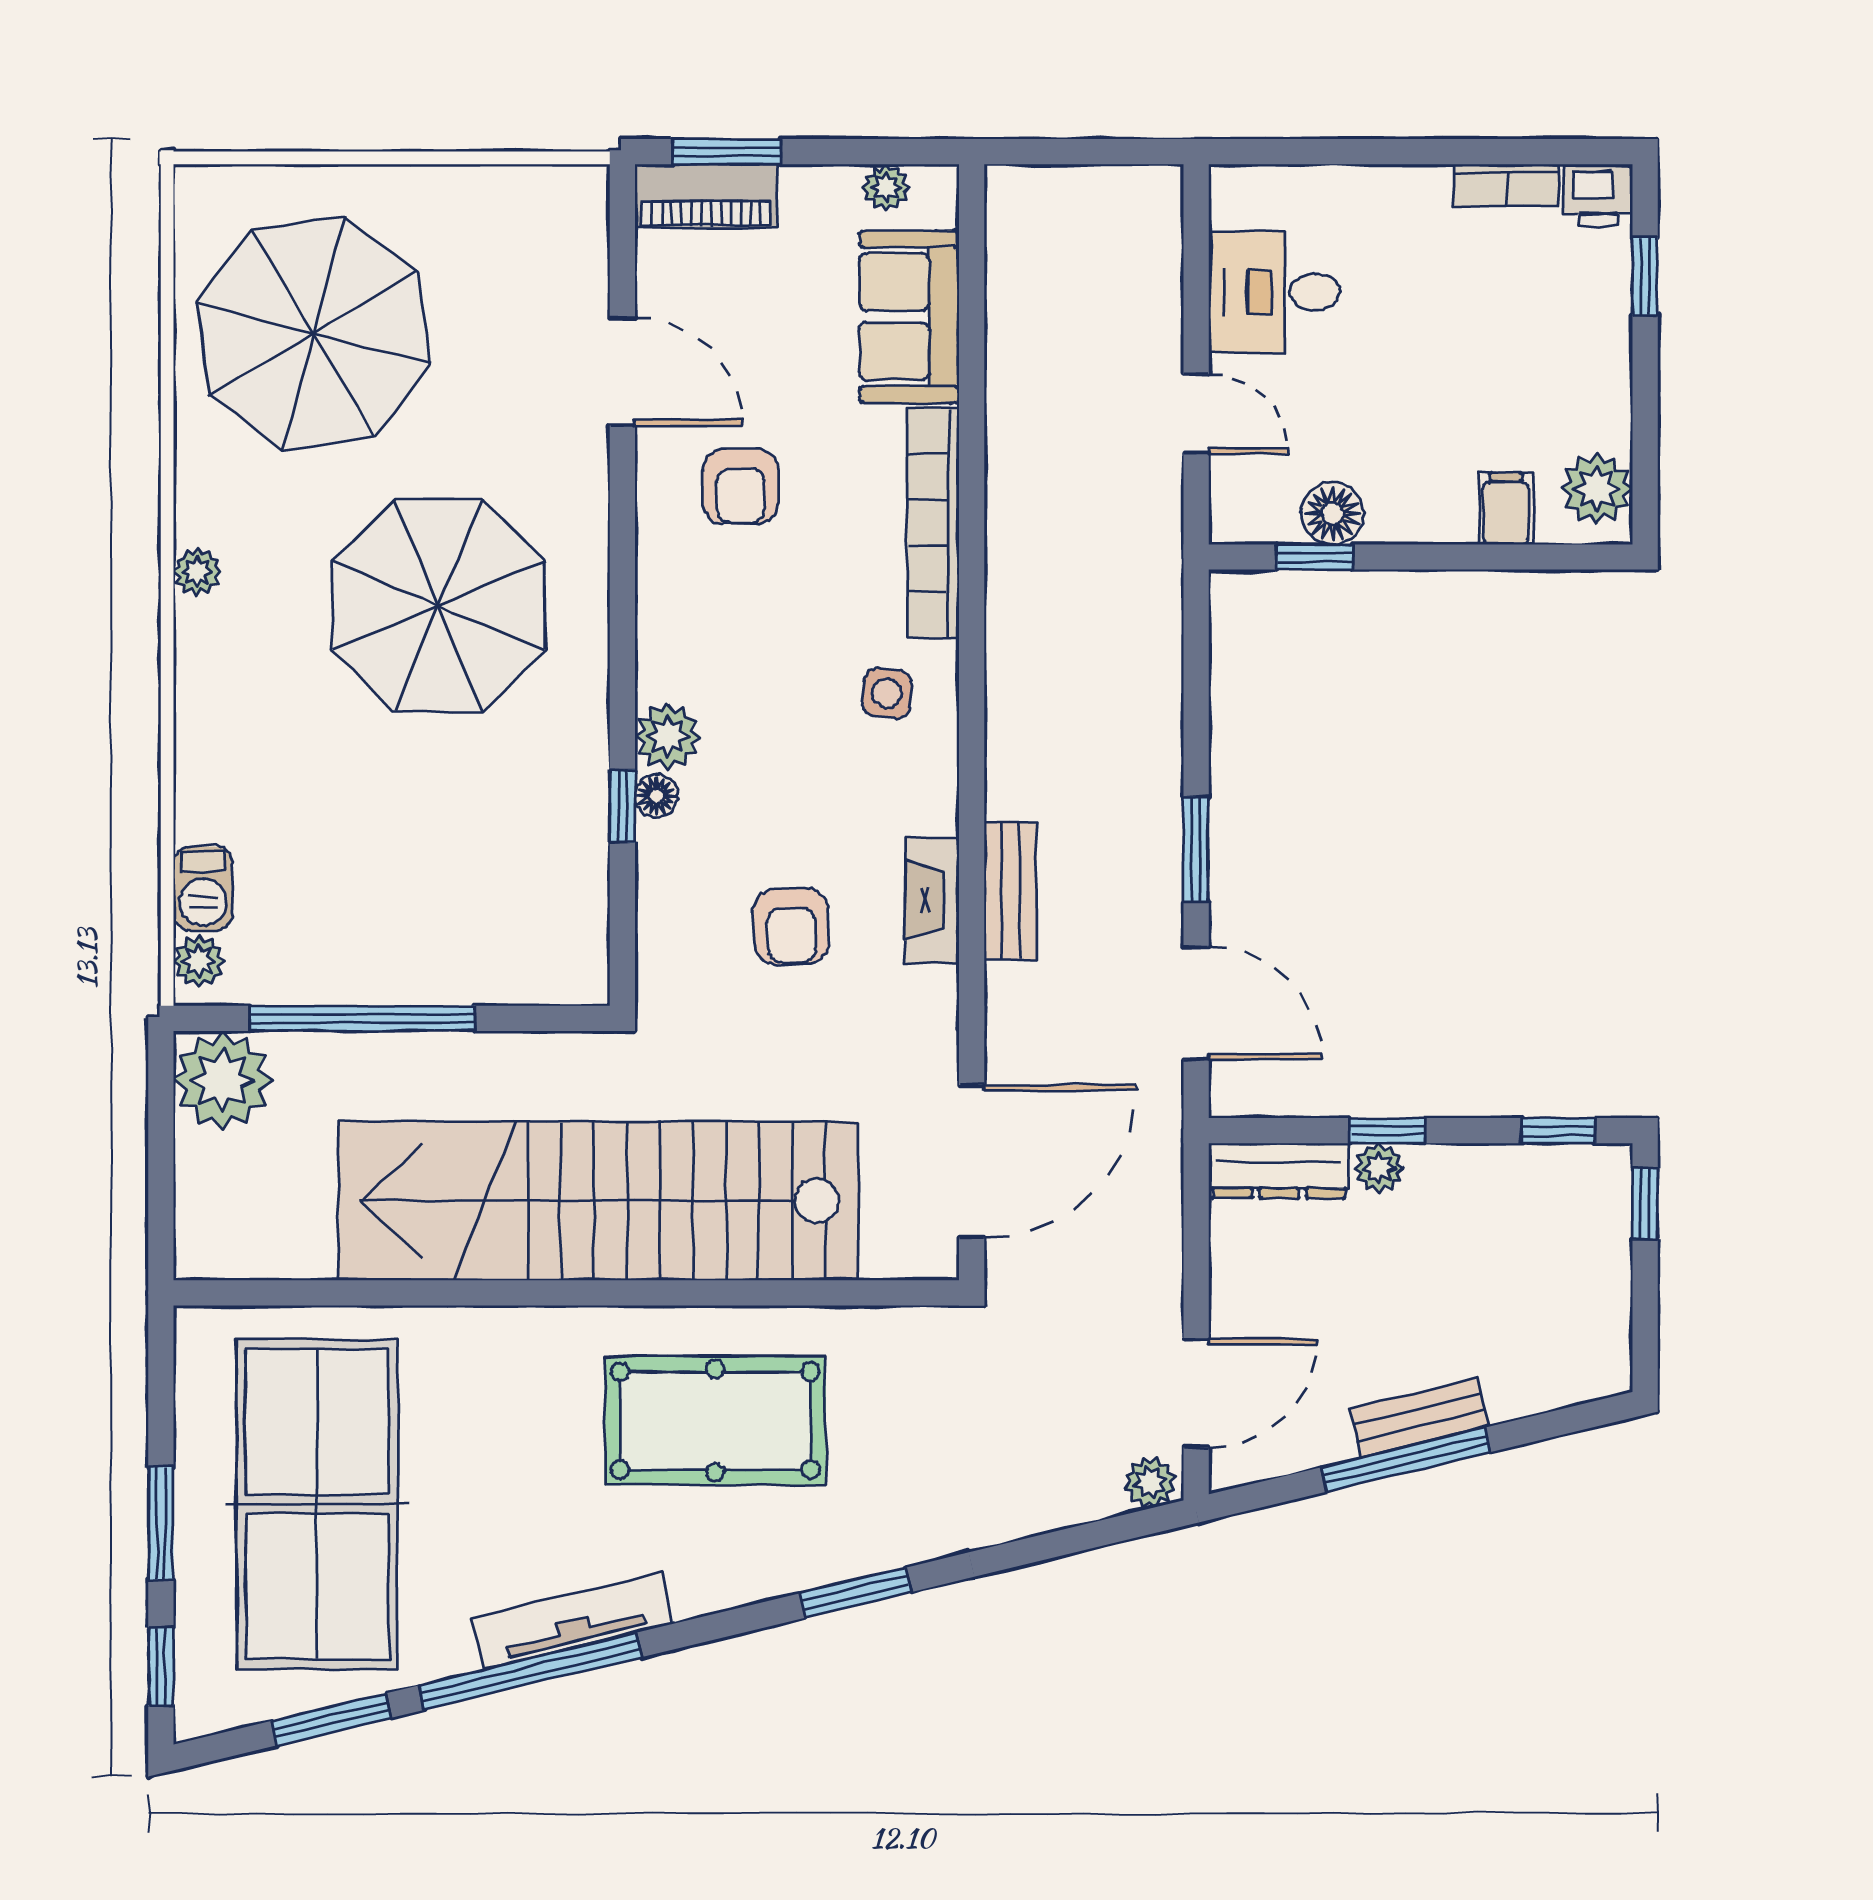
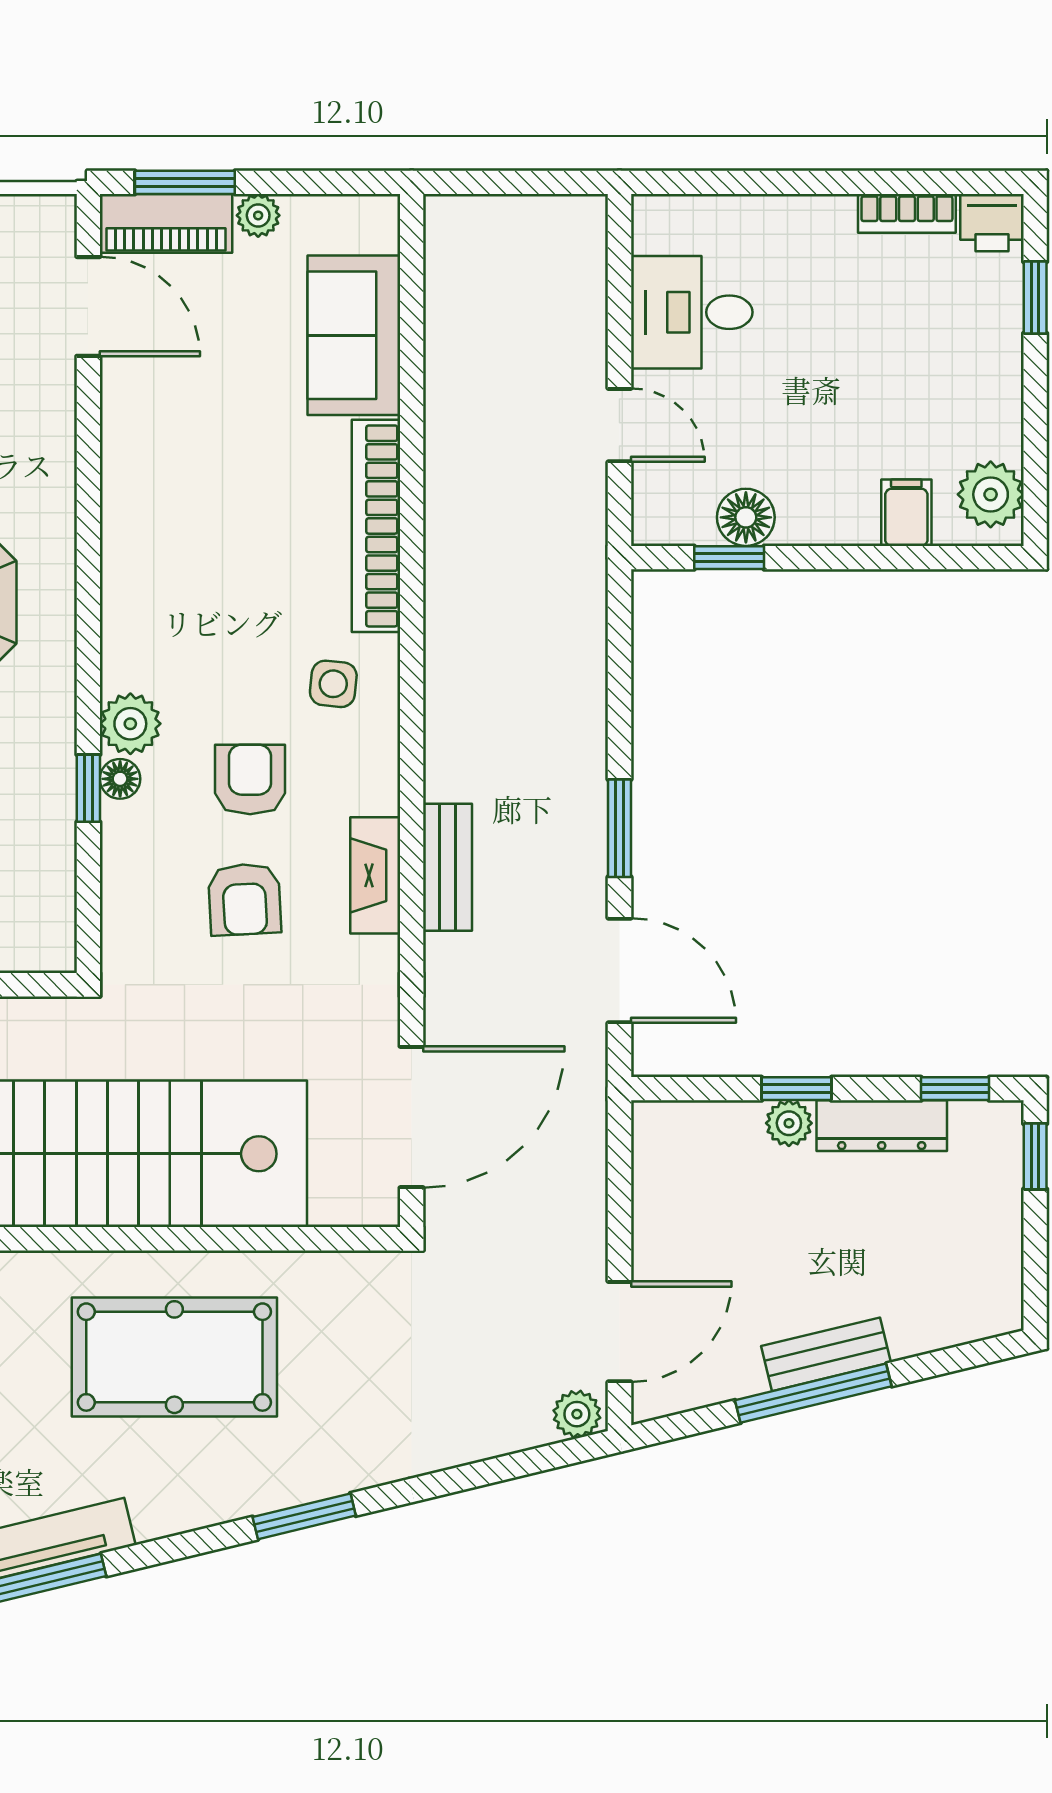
plant: (886, 187) -> (258, 215), moved
door: (622, 372) -> (88, 306), moved
armchair: (741, 486) -> (250, 779), moved, turned 180
dresser: (1279, 1171) -> (882, 1126), moved

